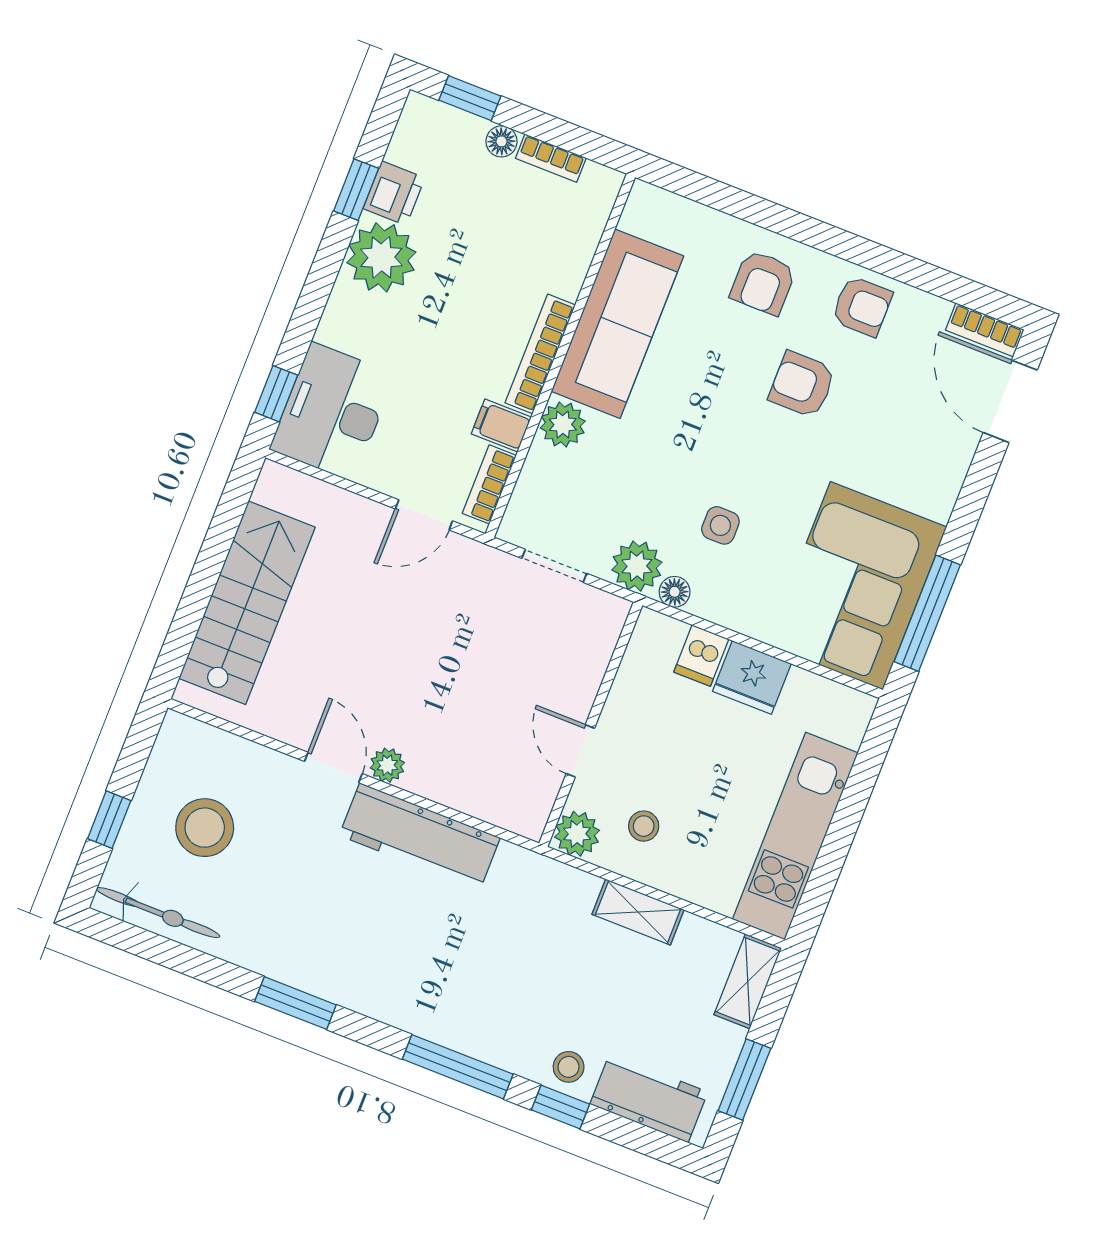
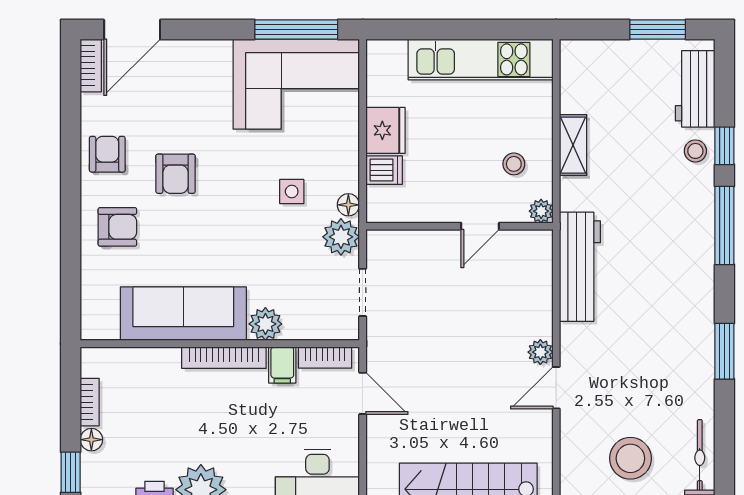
plant: (577, 834) -> (541, 211), width x0.73, depth x0.73
workbench: (420, 837) -> (580, 267), moved
shelving: (748, 981) -> (591, 53), removed

